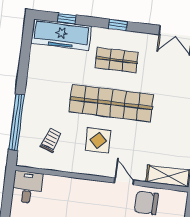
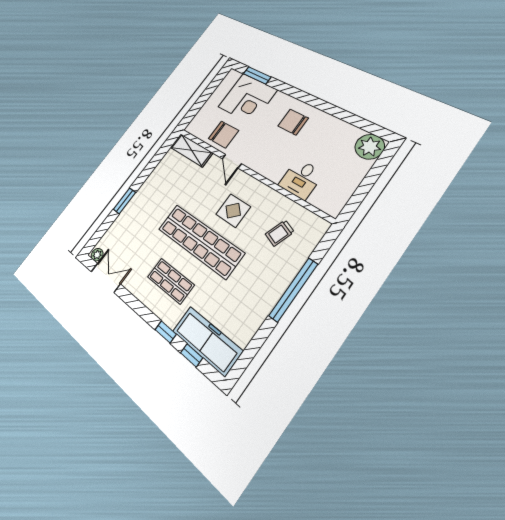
window: (118, 25) -> (166, 332), moved
window: (17, 122) -> (293, 290), moved
desk: (27, 187) -> (301, 179), moved

